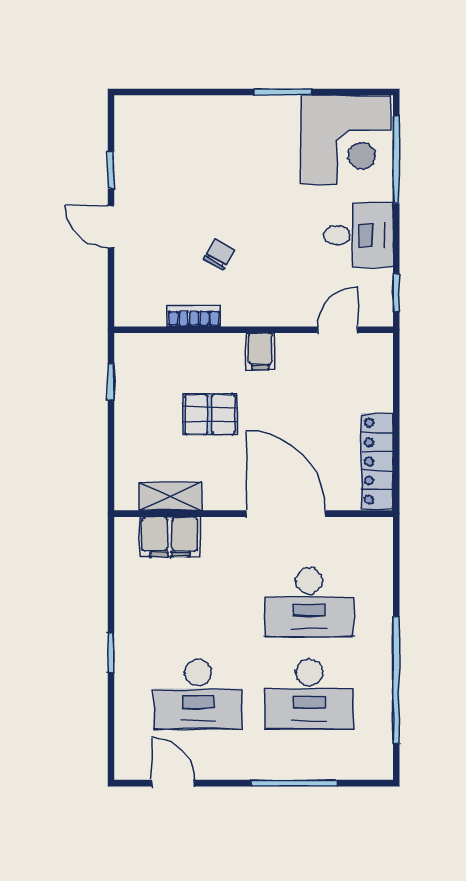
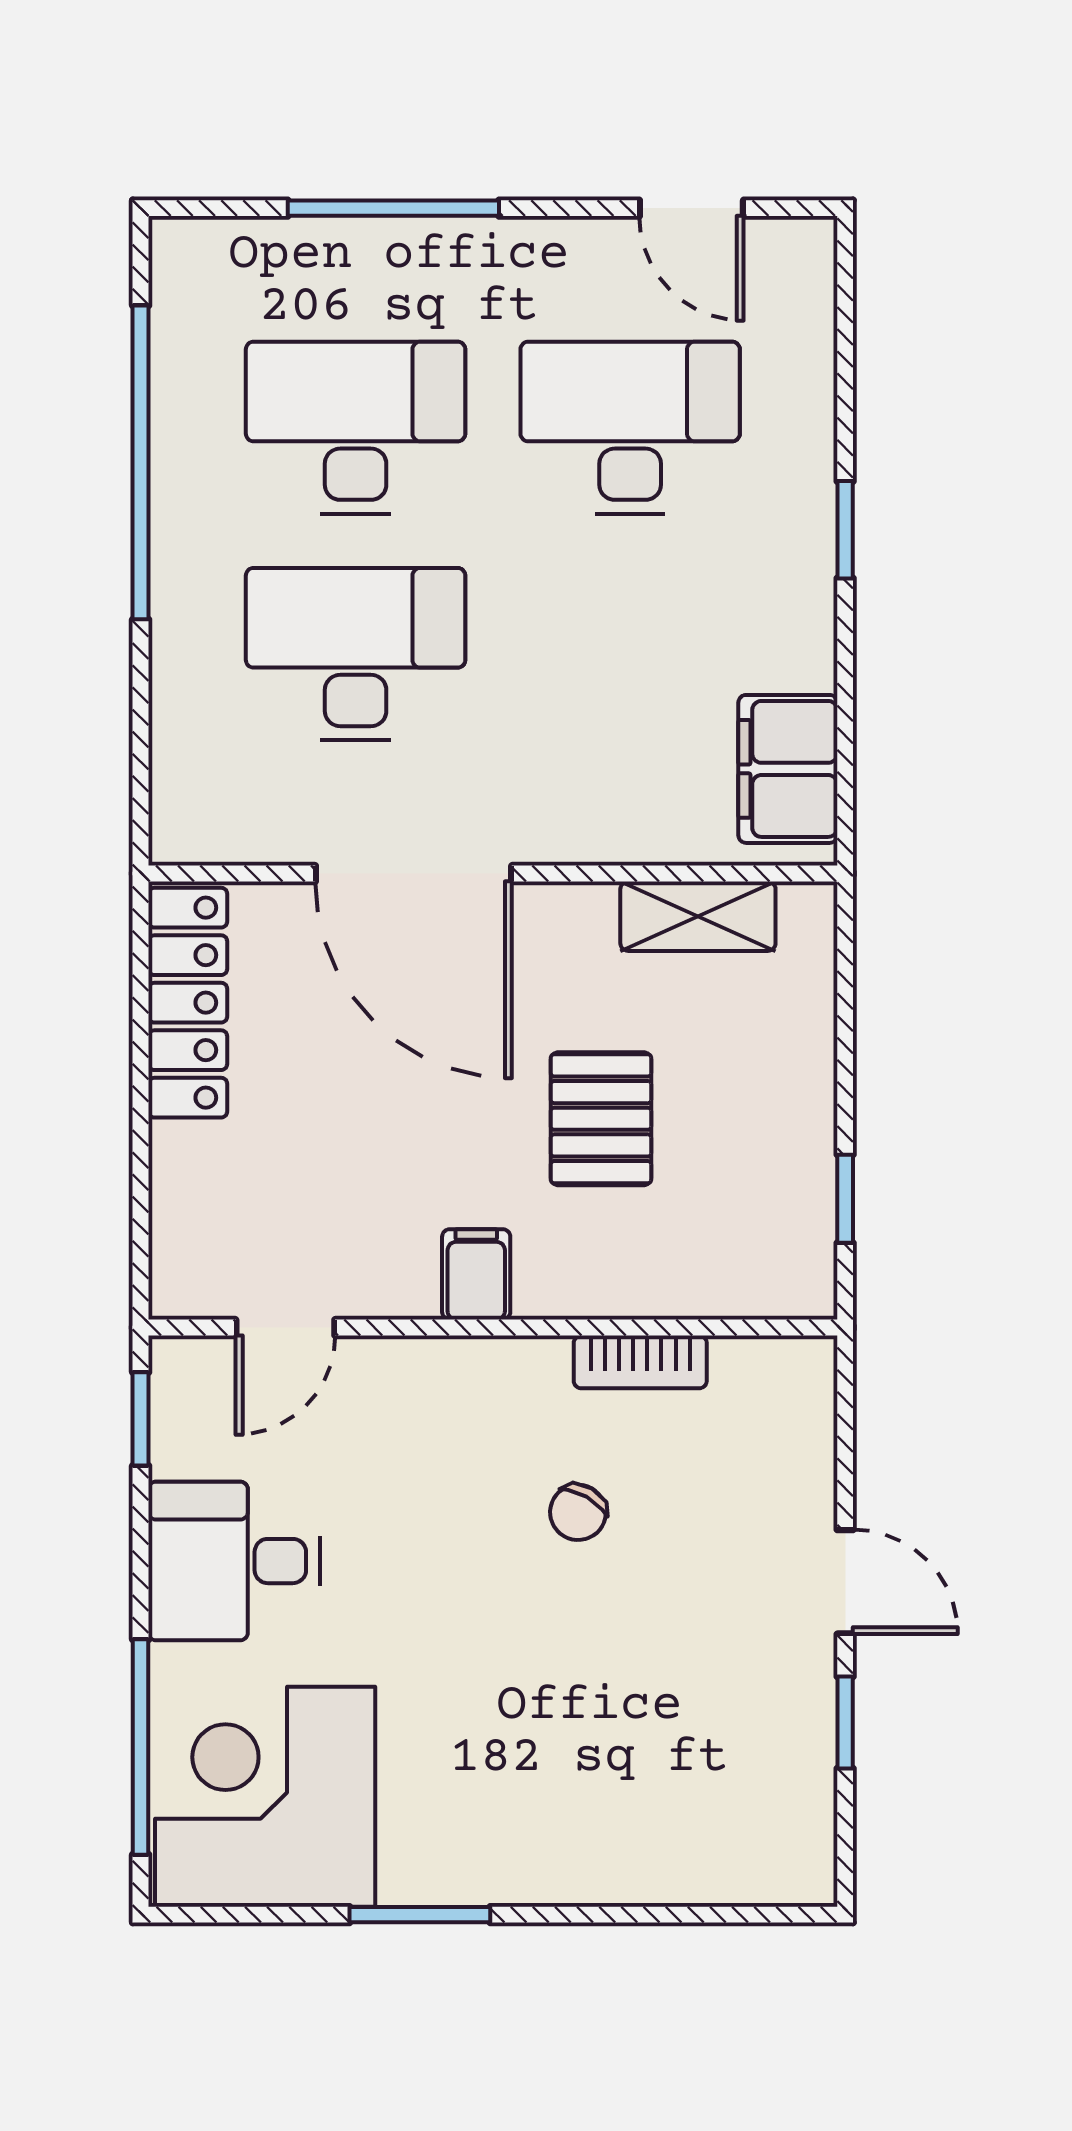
pallet: (210, 414) -> (601, 1119), turned 90
filing cabinet: (170, 537) -> (788, 769), moved, turned -90

